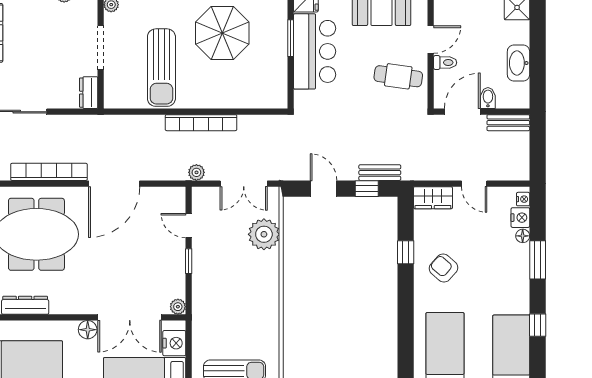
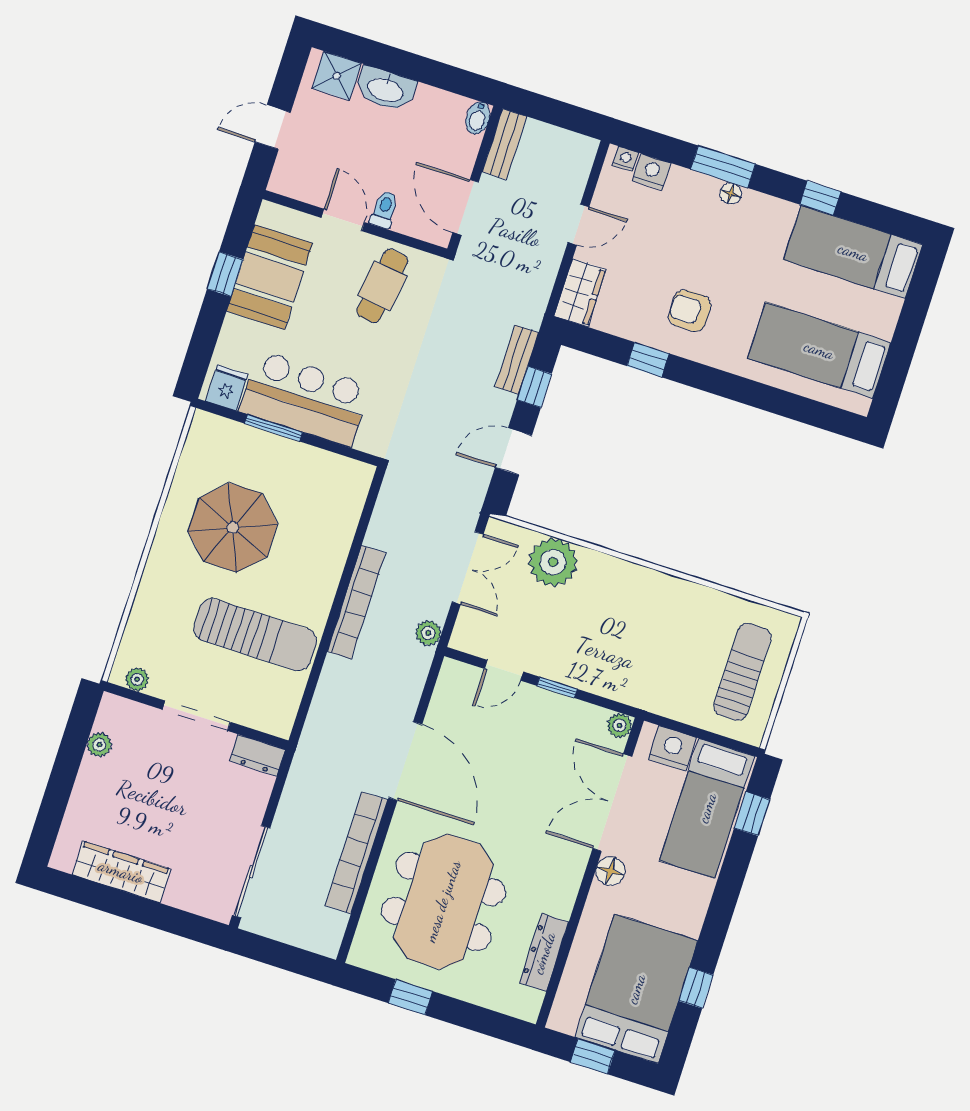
washbasin: (518, 63) -> (386, 89), moved
bidet: (488, 98) -> (478, 118), moved, turned -90
floor lamp: (523, 236) -> (731, 194), moved
armchair: (444, 268) -> (690, 311), turned 49
double door: (130, 317) -> (612, 803), swing flipped

